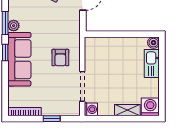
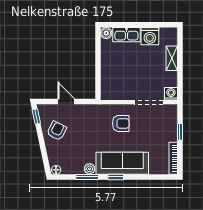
washing machine: (150, 107) -> (150, 36), moved, turned -90

